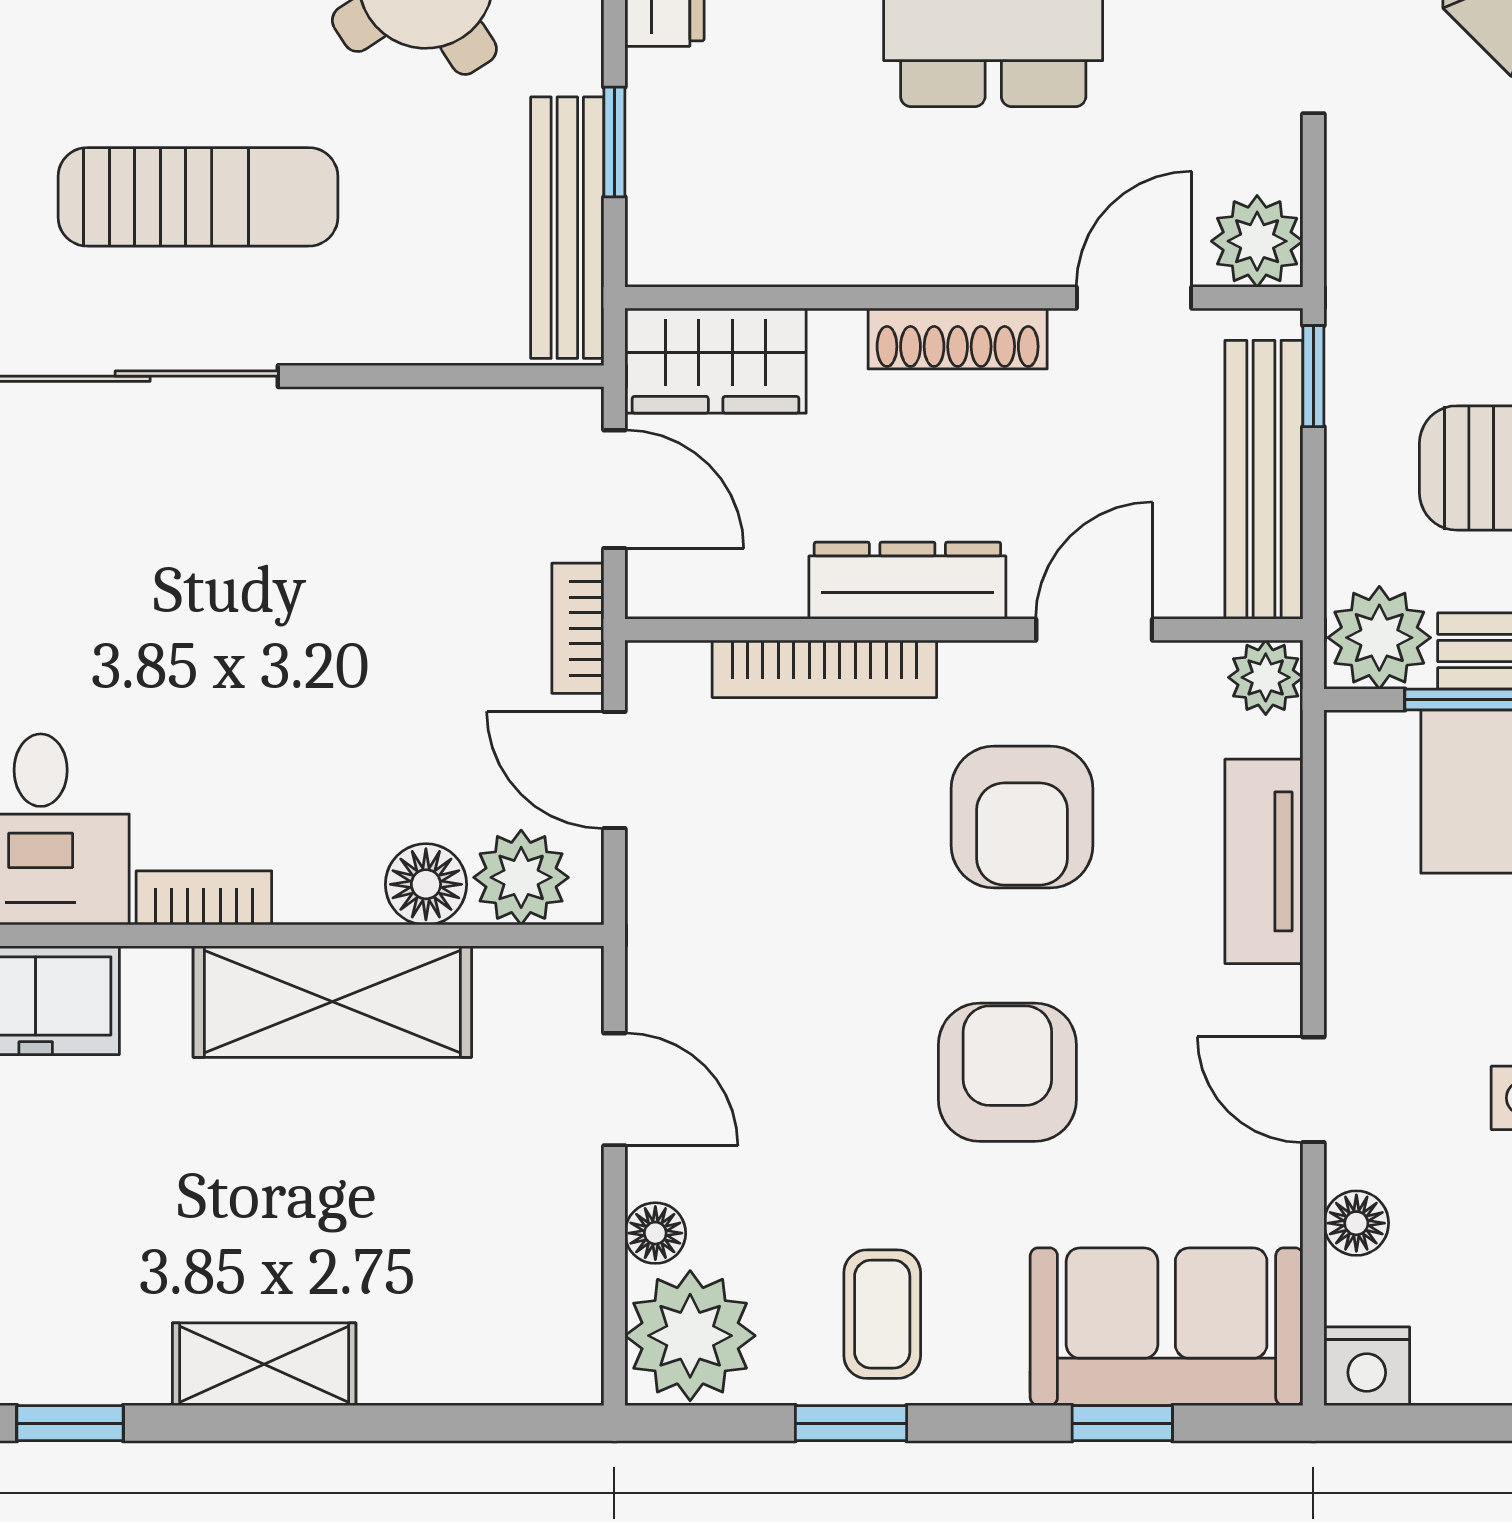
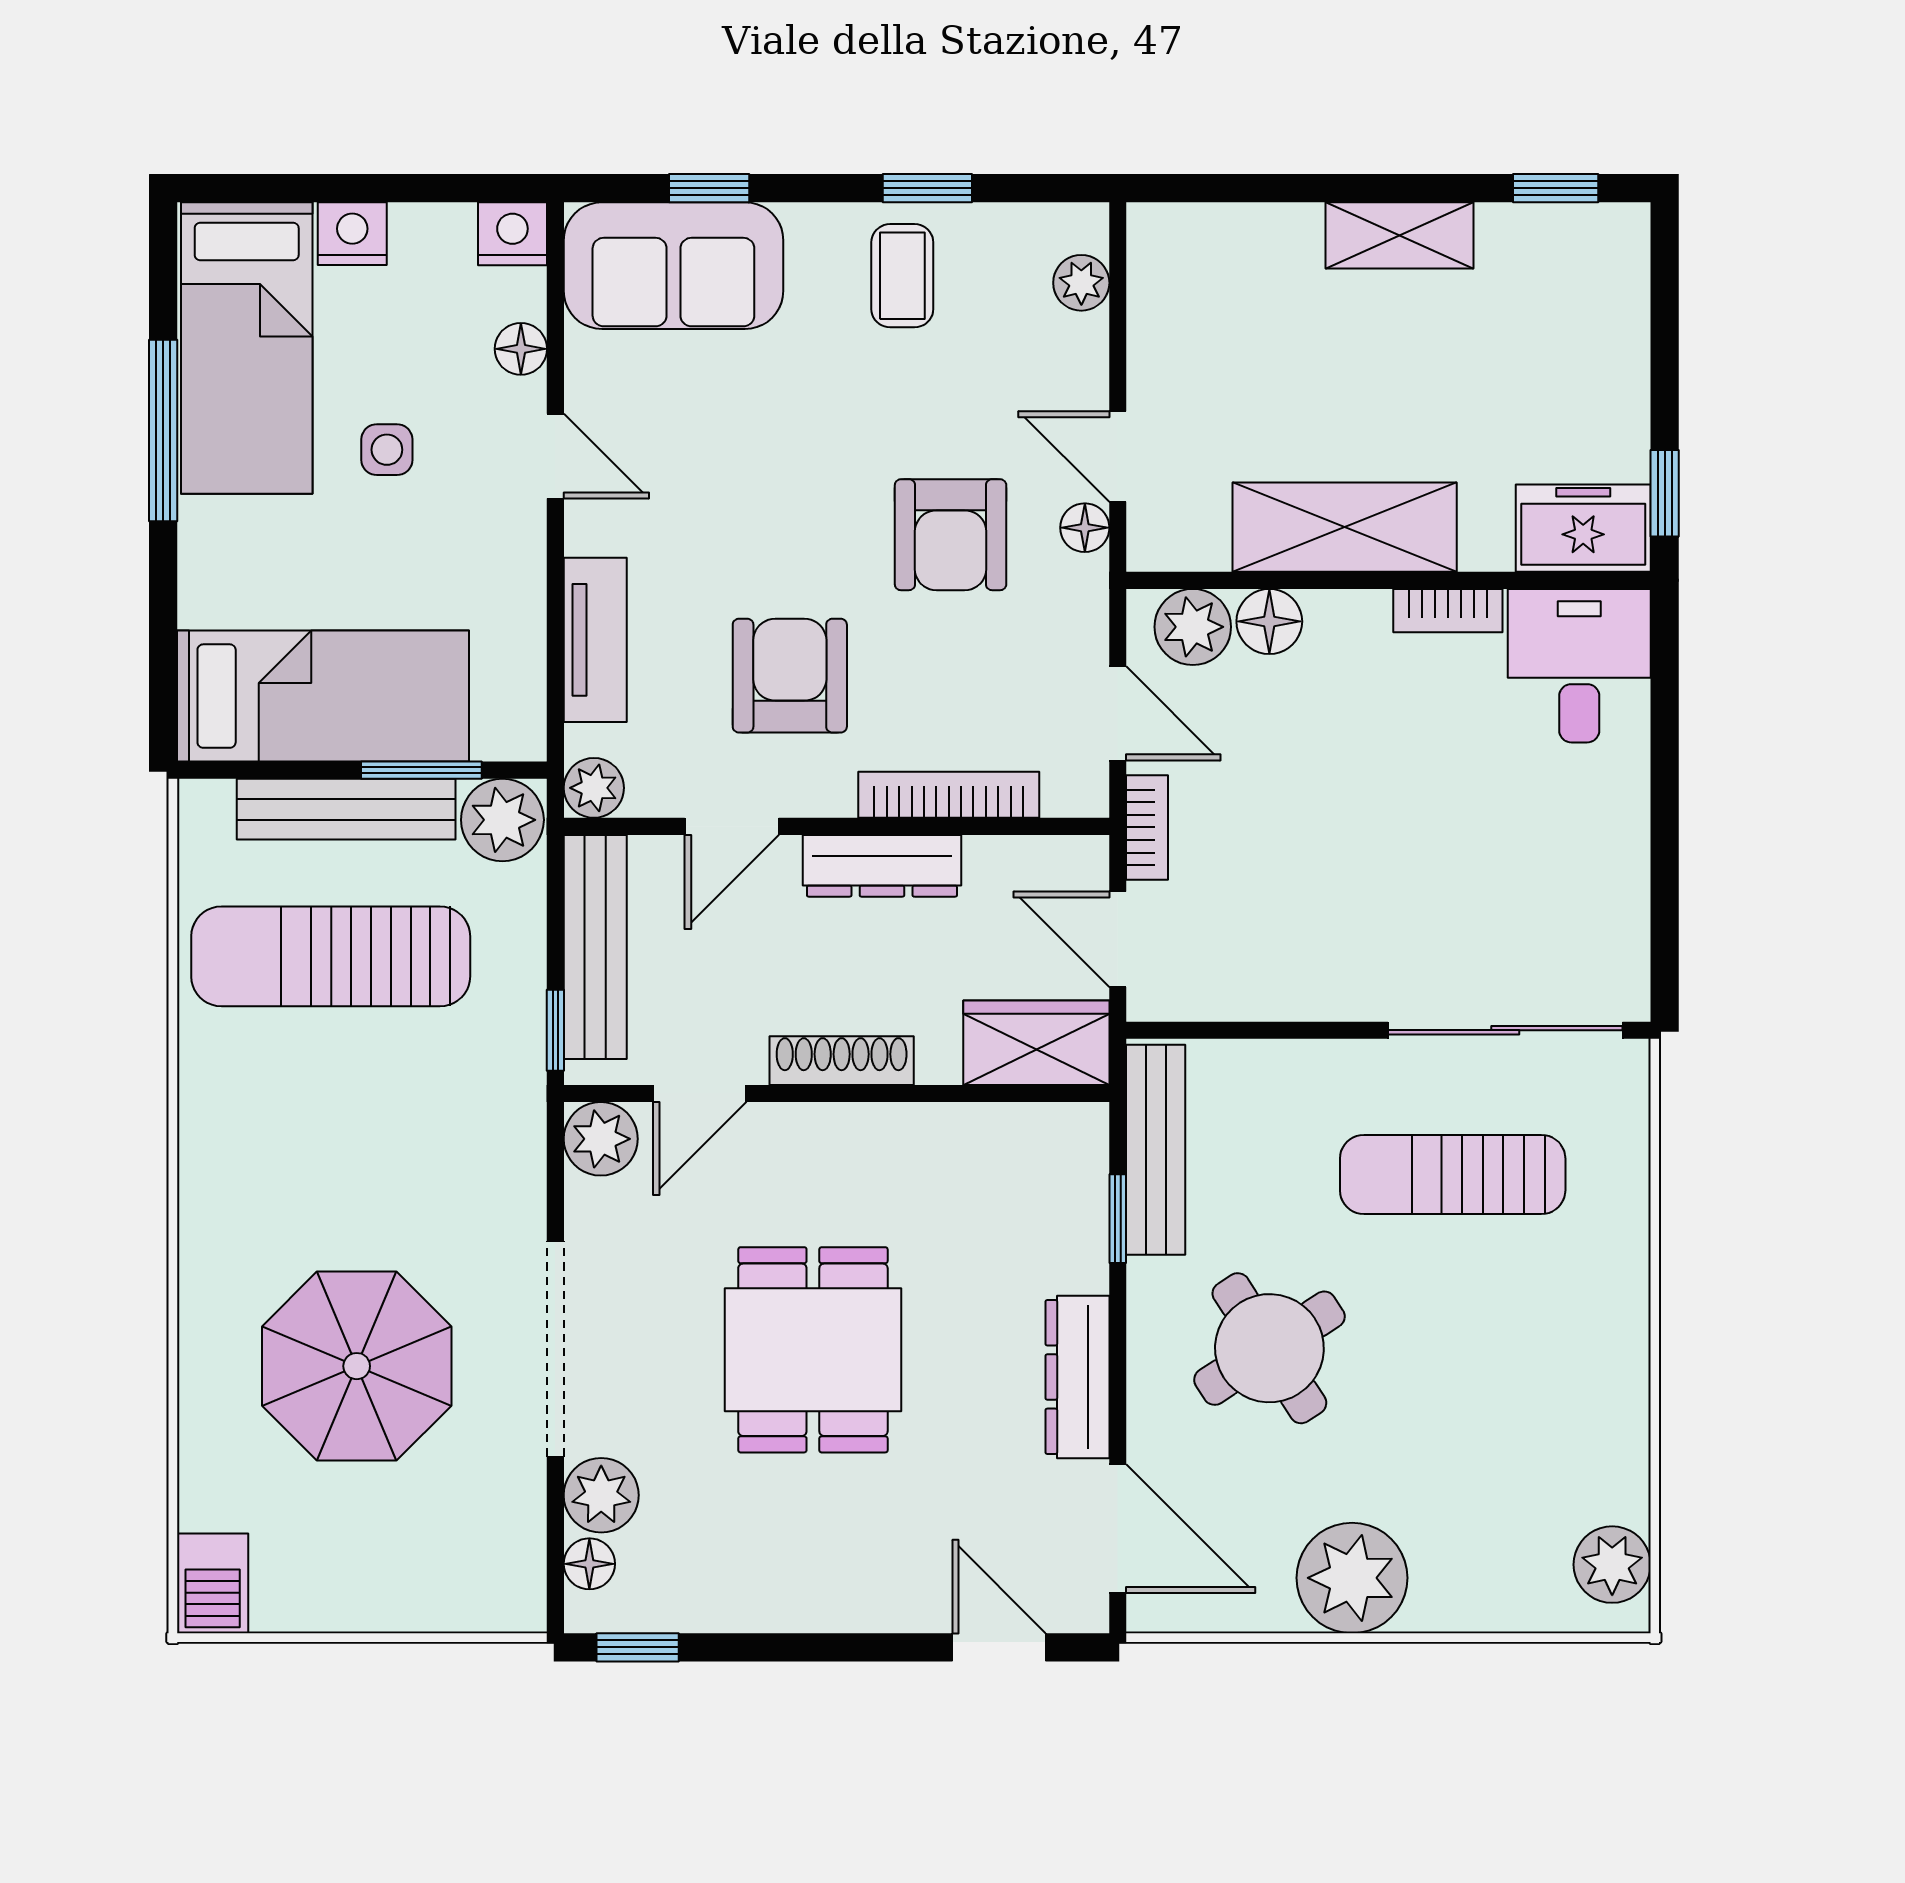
armchair: (1007, 1072) -> (951, 535), moved
floor lamp: (655, 1233) -> (1085, 528), moved
plant: (690, 1336) -> (1081, 283), width x0.53, depth x0.53

